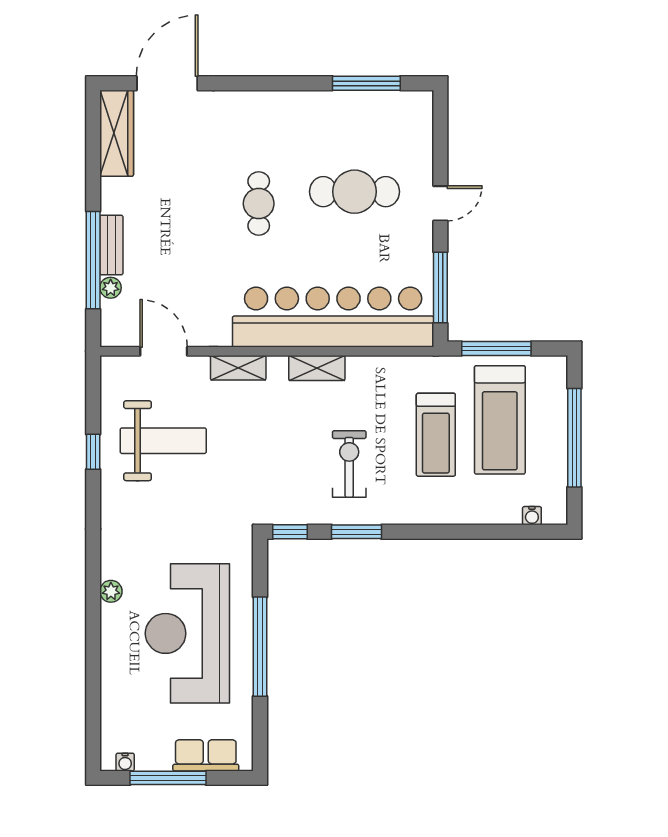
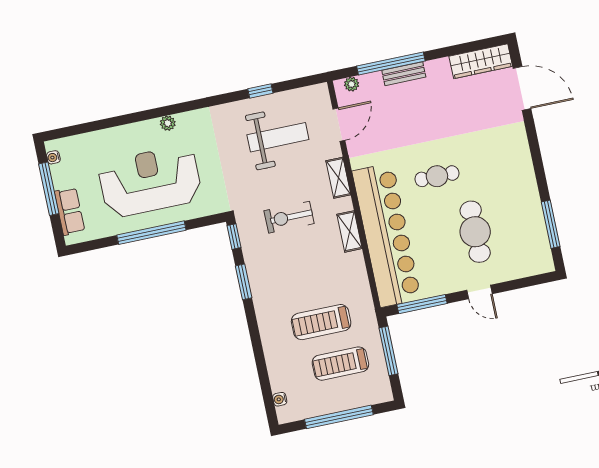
cafe table: (259, 204) -> (437, 176), moved
plant: (111, 288) -> (352, 84), moved
treadmill: (500, 420) -> (340, 364), width x0.73, depth x0.73
weight bench: (163, 441) -> (278, 137), turned -90
exercise bike: (349, 464) -> (289, 217), moved, turned 180

